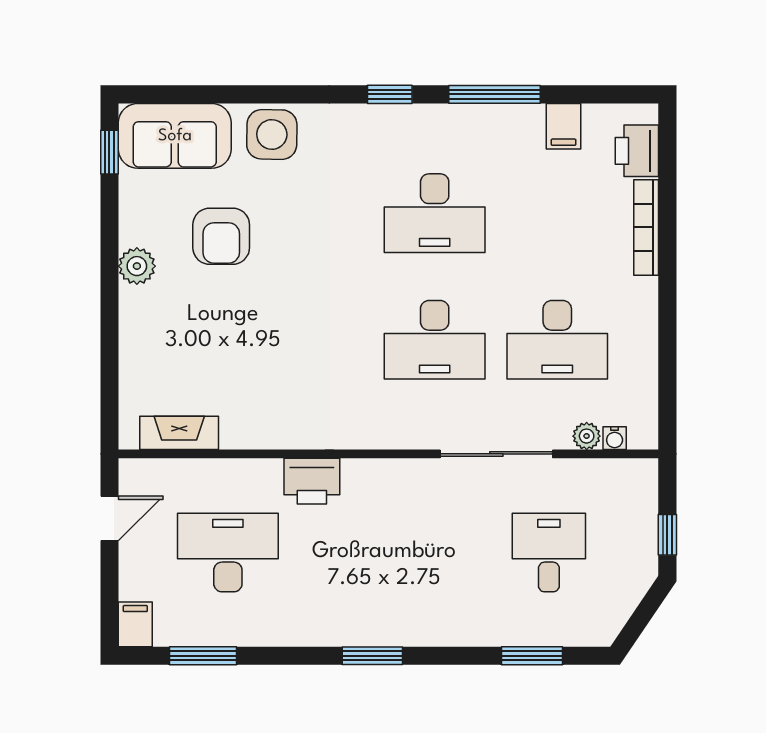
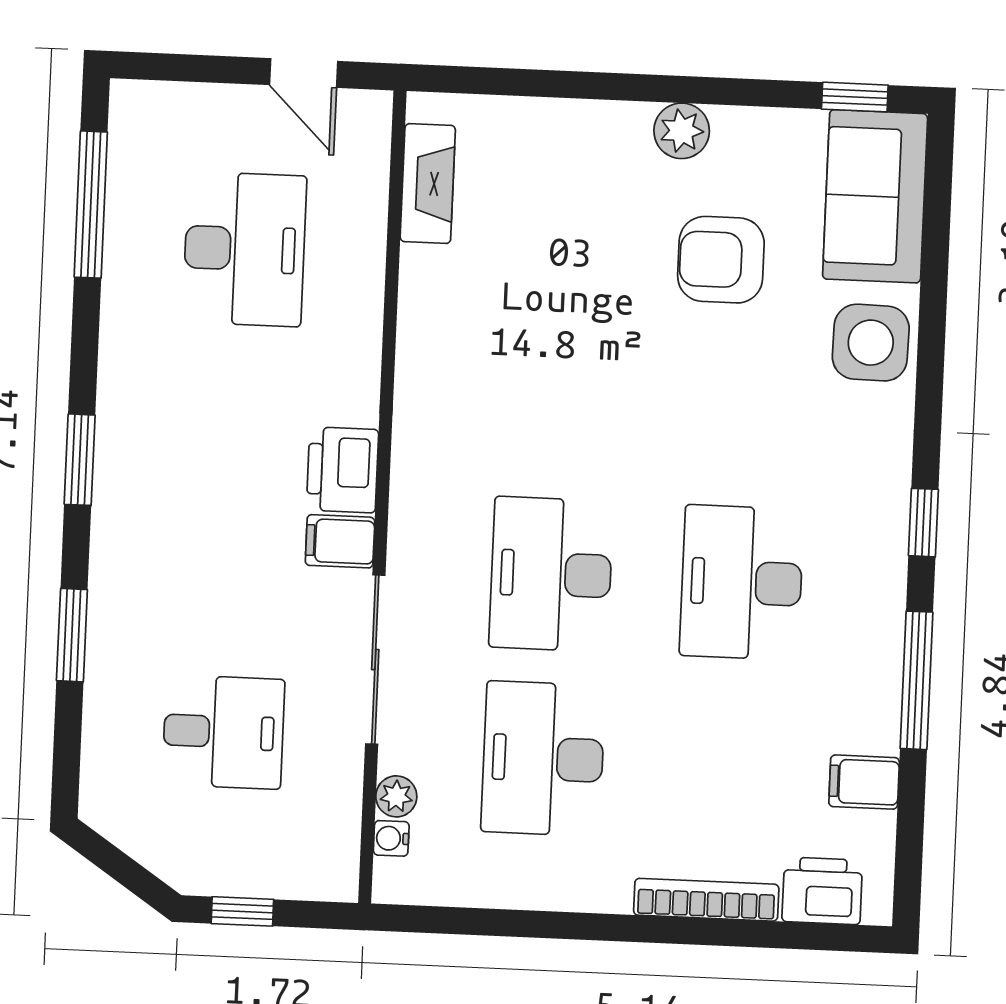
printer: (312, 481) -> (342, 470), moved
filing cabinet: (135, 624) -> (340, 541), moved, turned 180
window: (203, 656) -> (91, 205), width x1.44
window: (532, 656) -> (72, 635), moved

